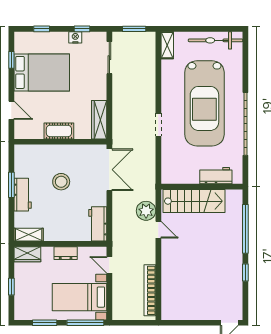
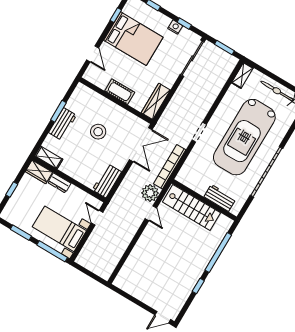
sliding door: (109, 58) -> (192, 58), width x1.37
dresser: (66, 253) -> (59, 183), moved
bookcase: (150, 290) -> (170, 167), moved

